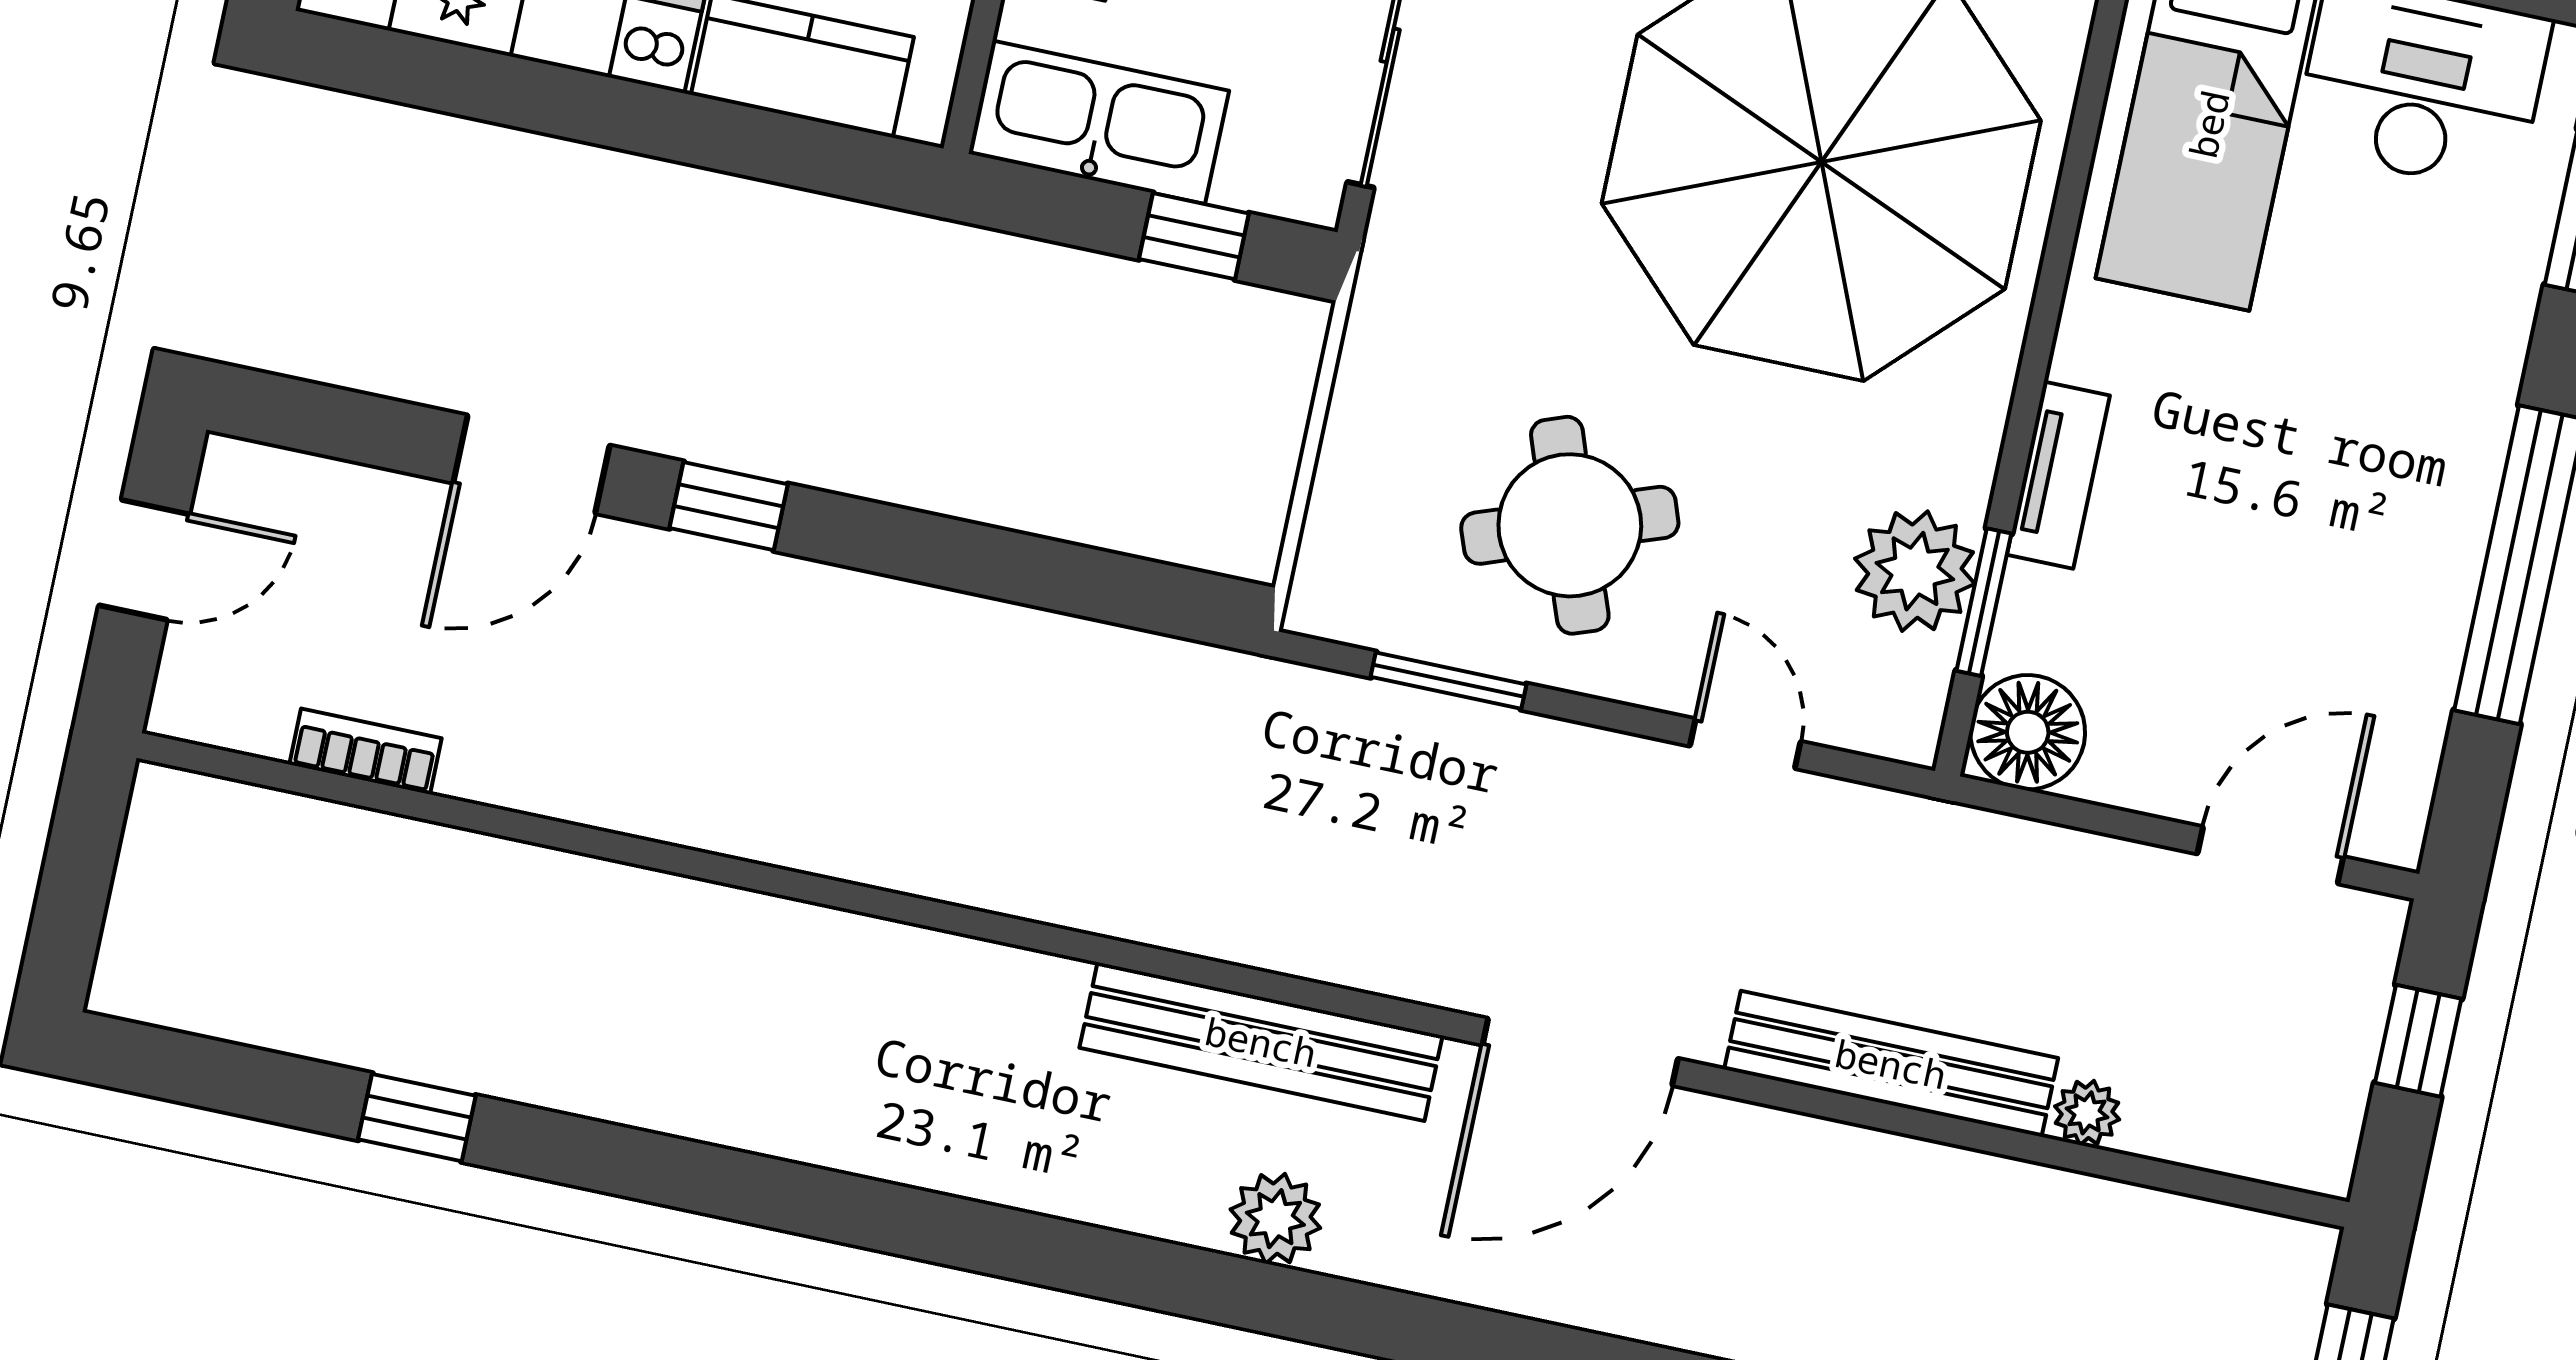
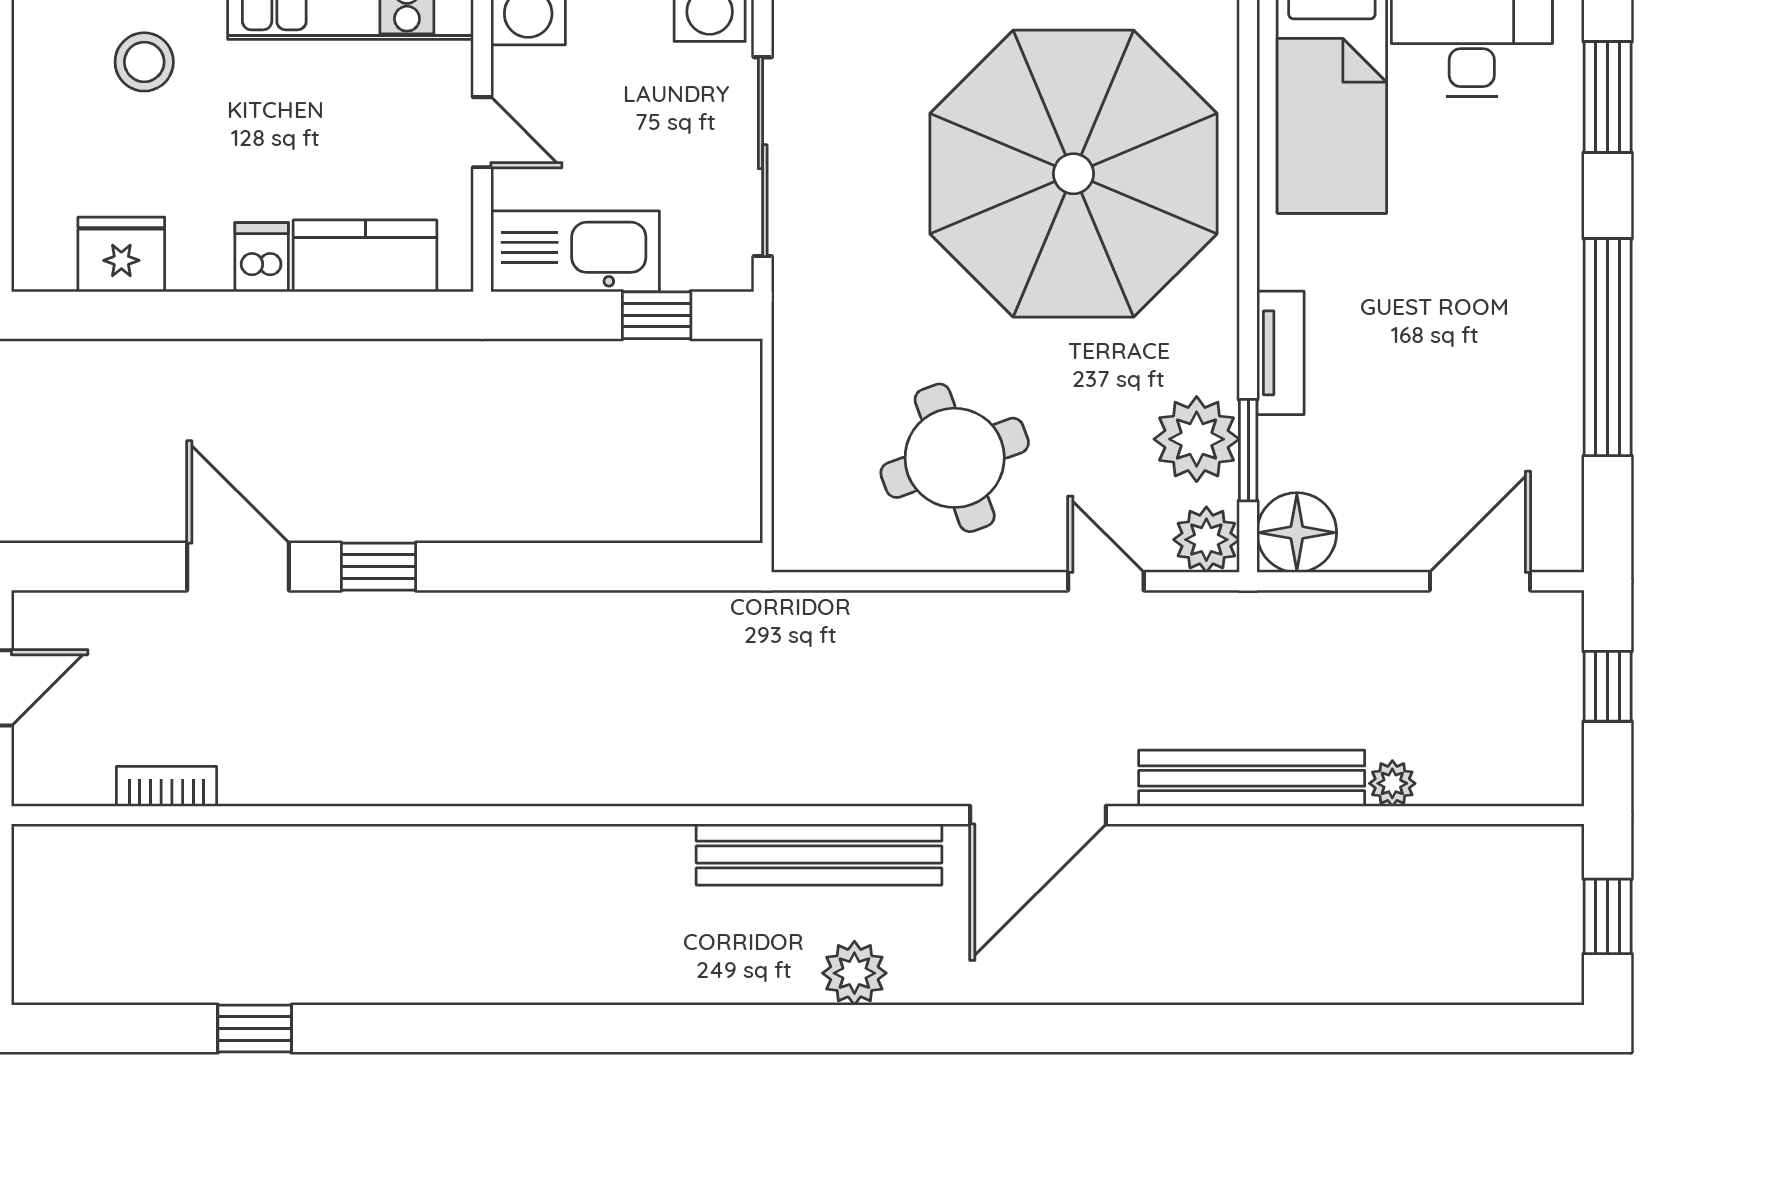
door: (531, 464) -> (238, 567), swing flipped
window: (1449, 681) -> (895, 581), removed
plant: (1899, 715) -> (1206, 540), added

